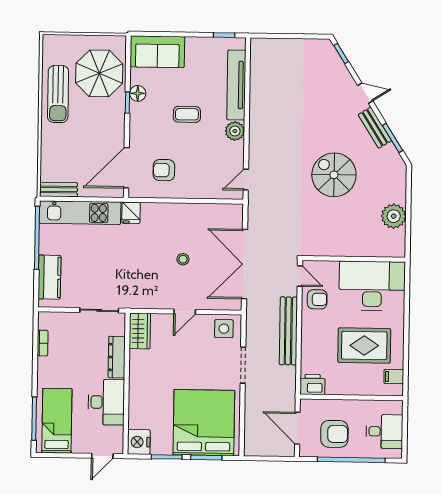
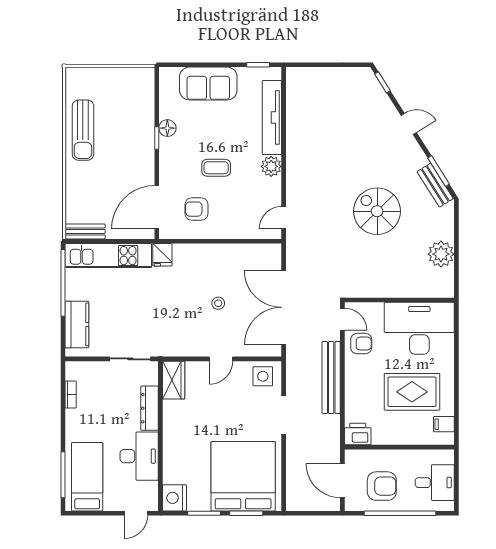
sofa: (157, 52) -> (208, 84), moved
parasol: (99, 73) -> (126, 107), removed
coffee table: (187, 114) -> (216, 168), moved
bench: (375, 128) -> (435, 185), moved

